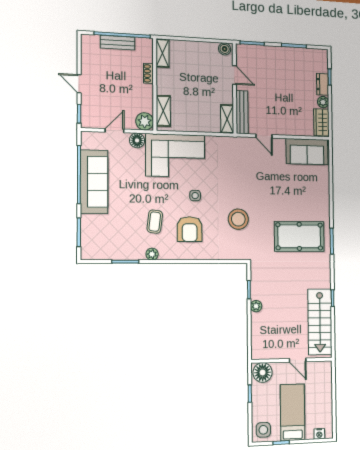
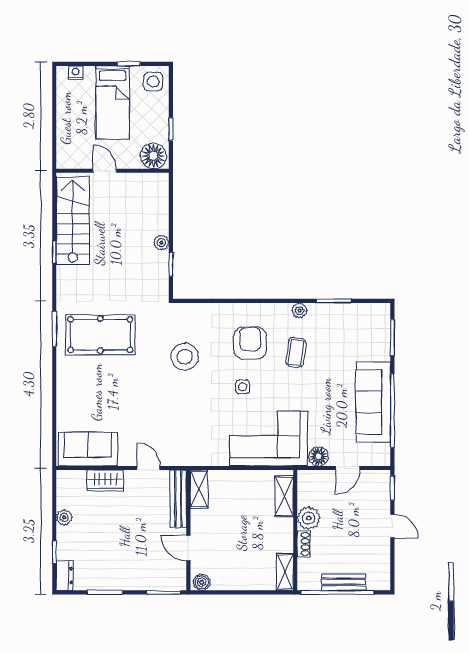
dresser: (323, 84) -> (65, 575), moved
plant: (145, 121) -> (309, 518), moved
wardrobe: (321, 122) -> (105, 481), moved, turned 90

